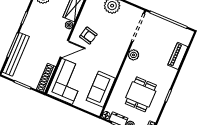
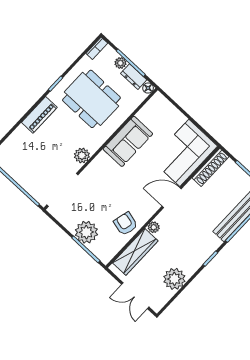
armchair: (88, 36) -> (126, 224), moved
piano: (178, 56) -> (39, 115), moved
sofa: (101, 89) -> (128, 141), moved
dining table: (141, 94) -> (91, 99), width x1.38

